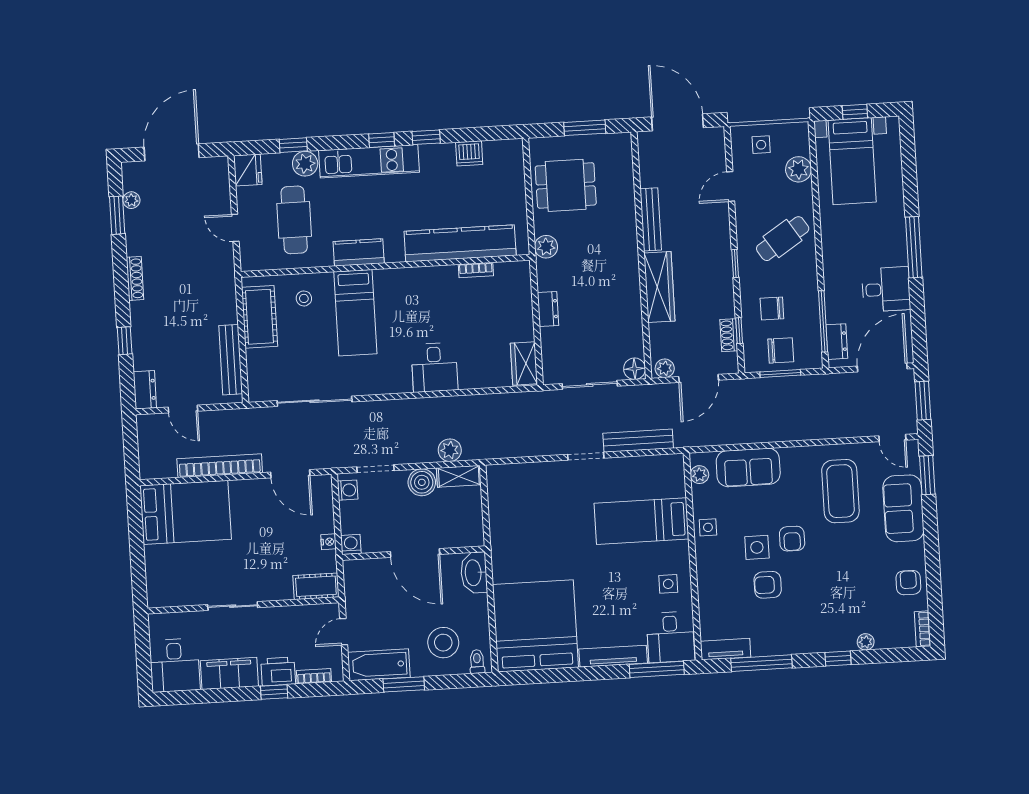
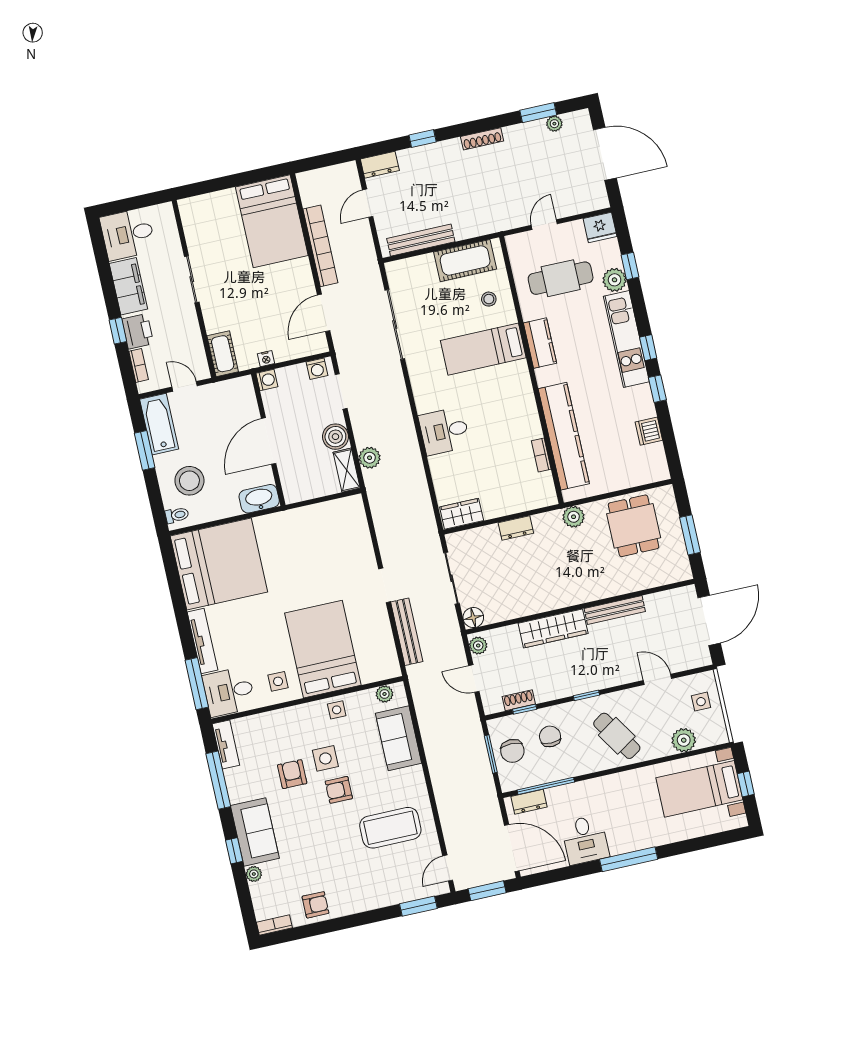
door: (699, 378) -> (474, 679), width x0.73
sofa: (903, 508) -> (255, 832), moved, turned 90
bed: (641, 521) -> (323, 649), width x1.50

